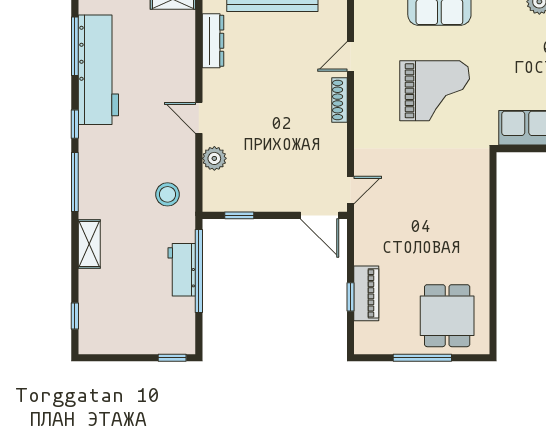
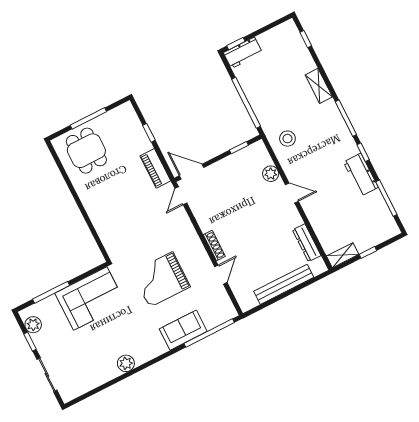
workbench: (98, 70) -> (361, 175), width x0.53, depth x0.76
workbench: (182, 270) -> (243, 53), moved, turned 90
piano: (366, 293) -> (155, 168), moved

